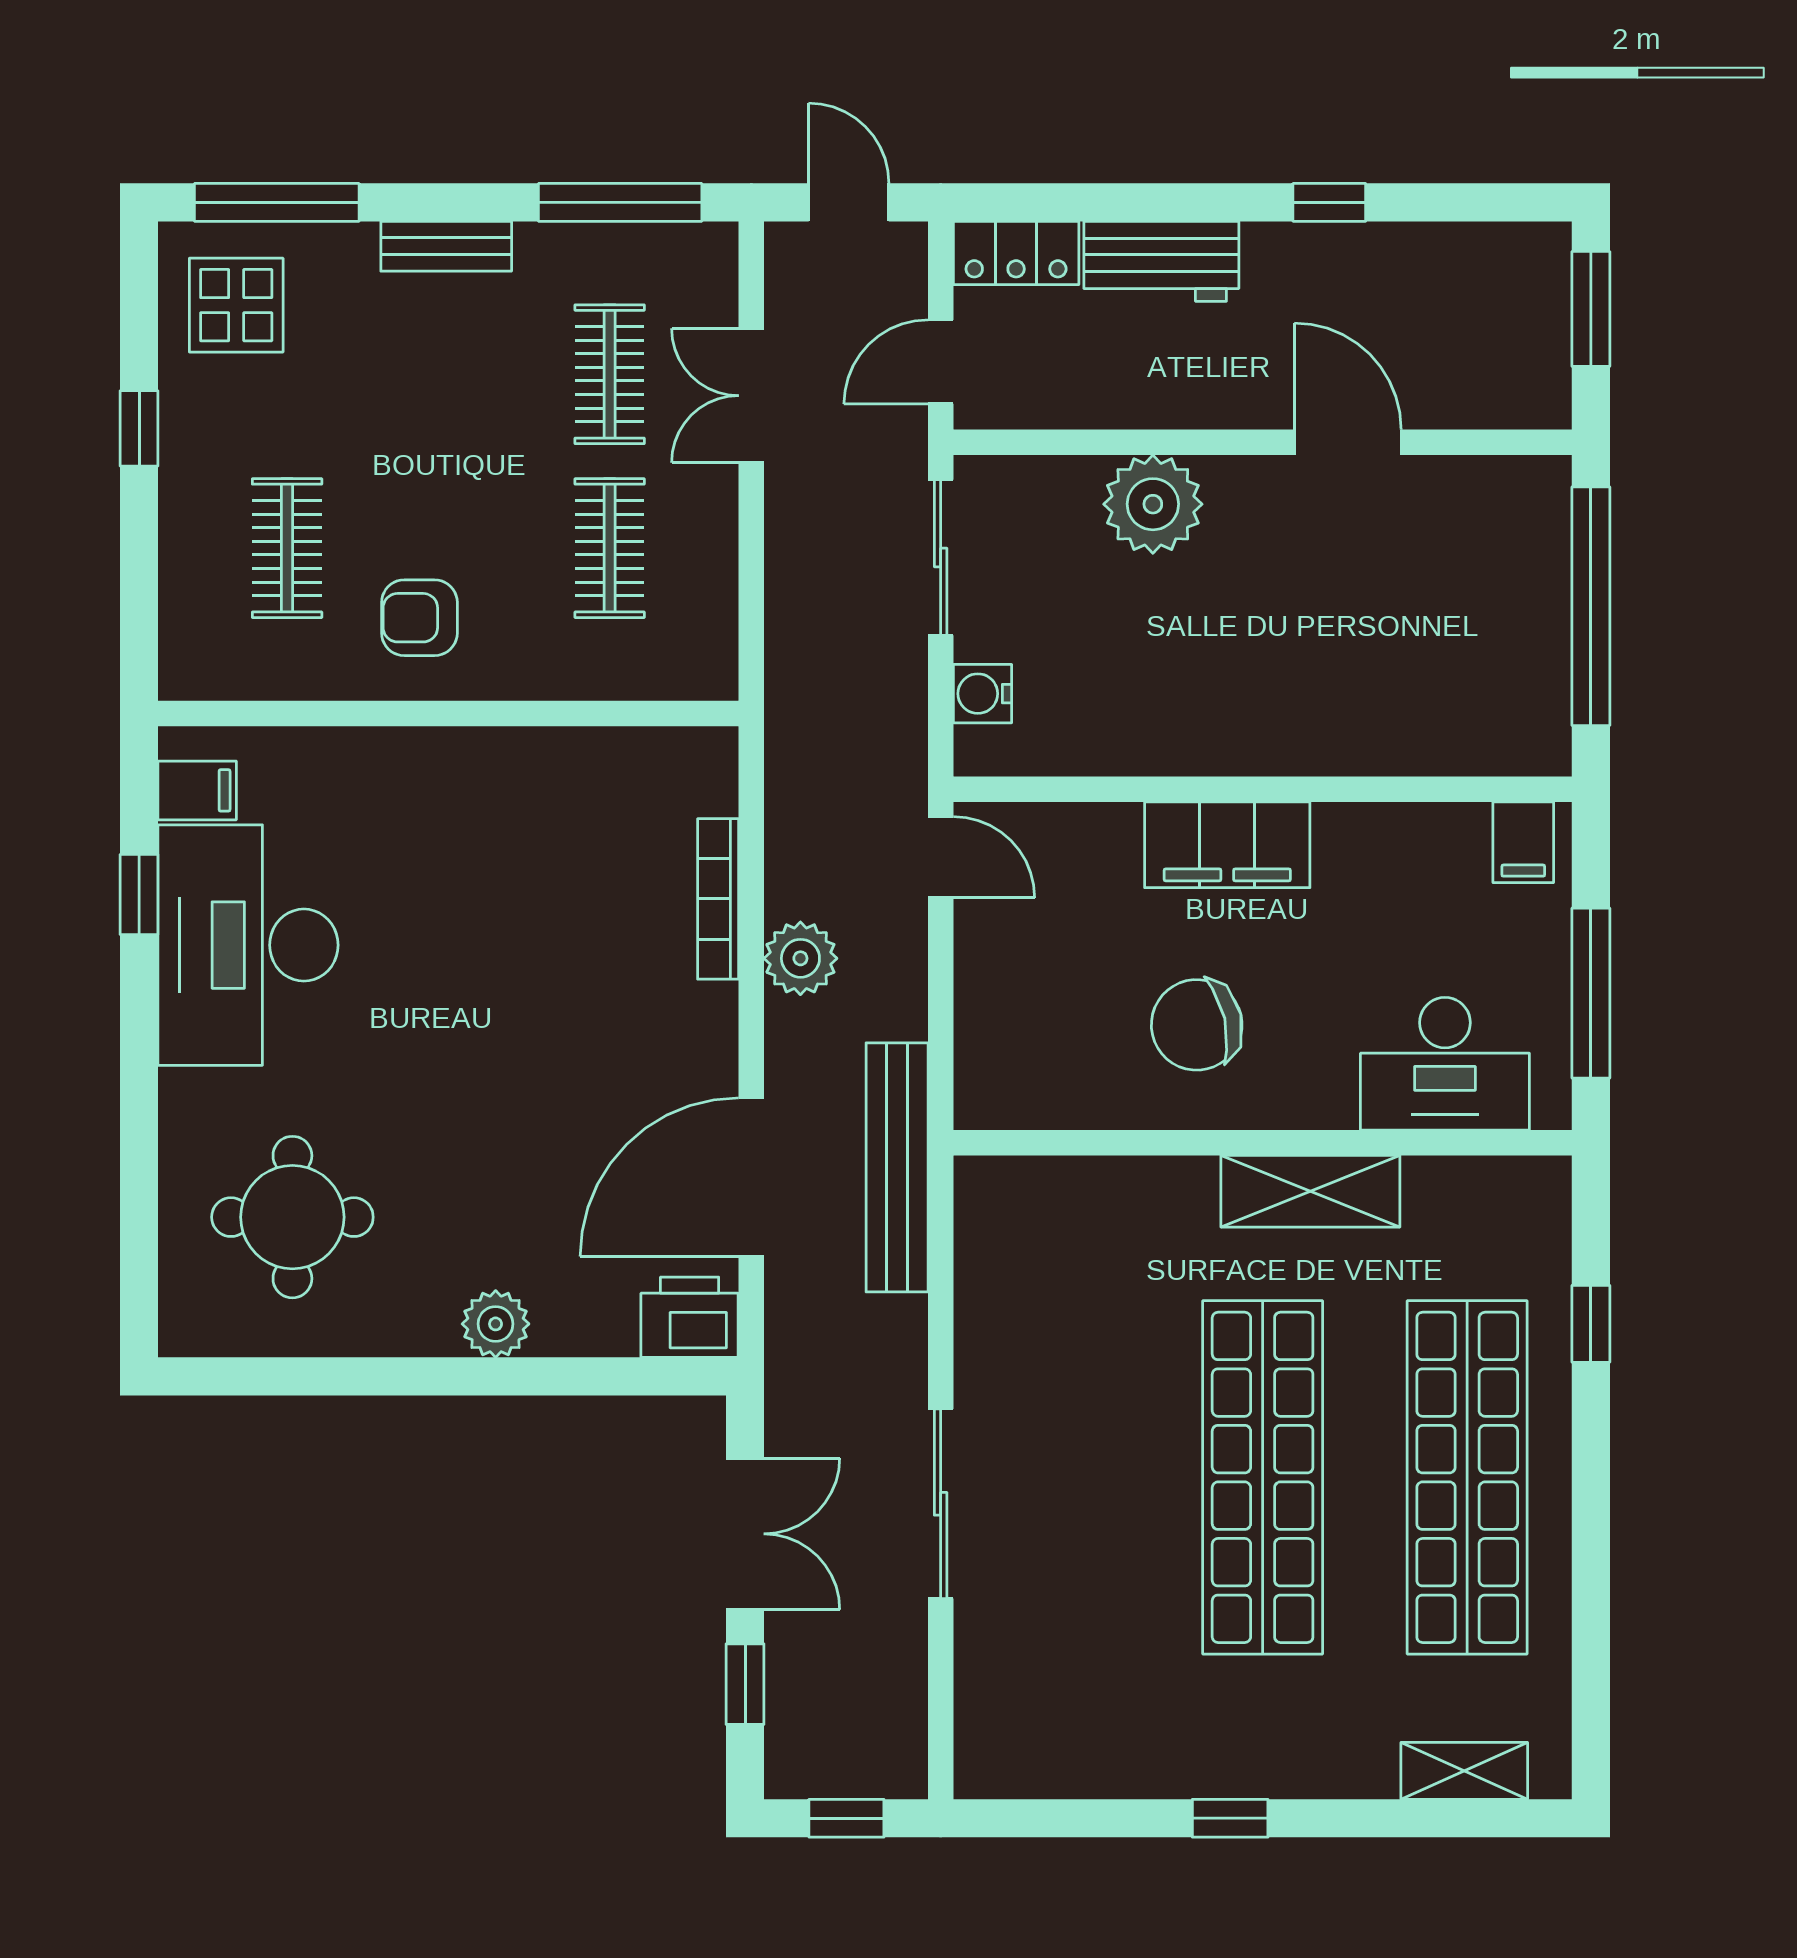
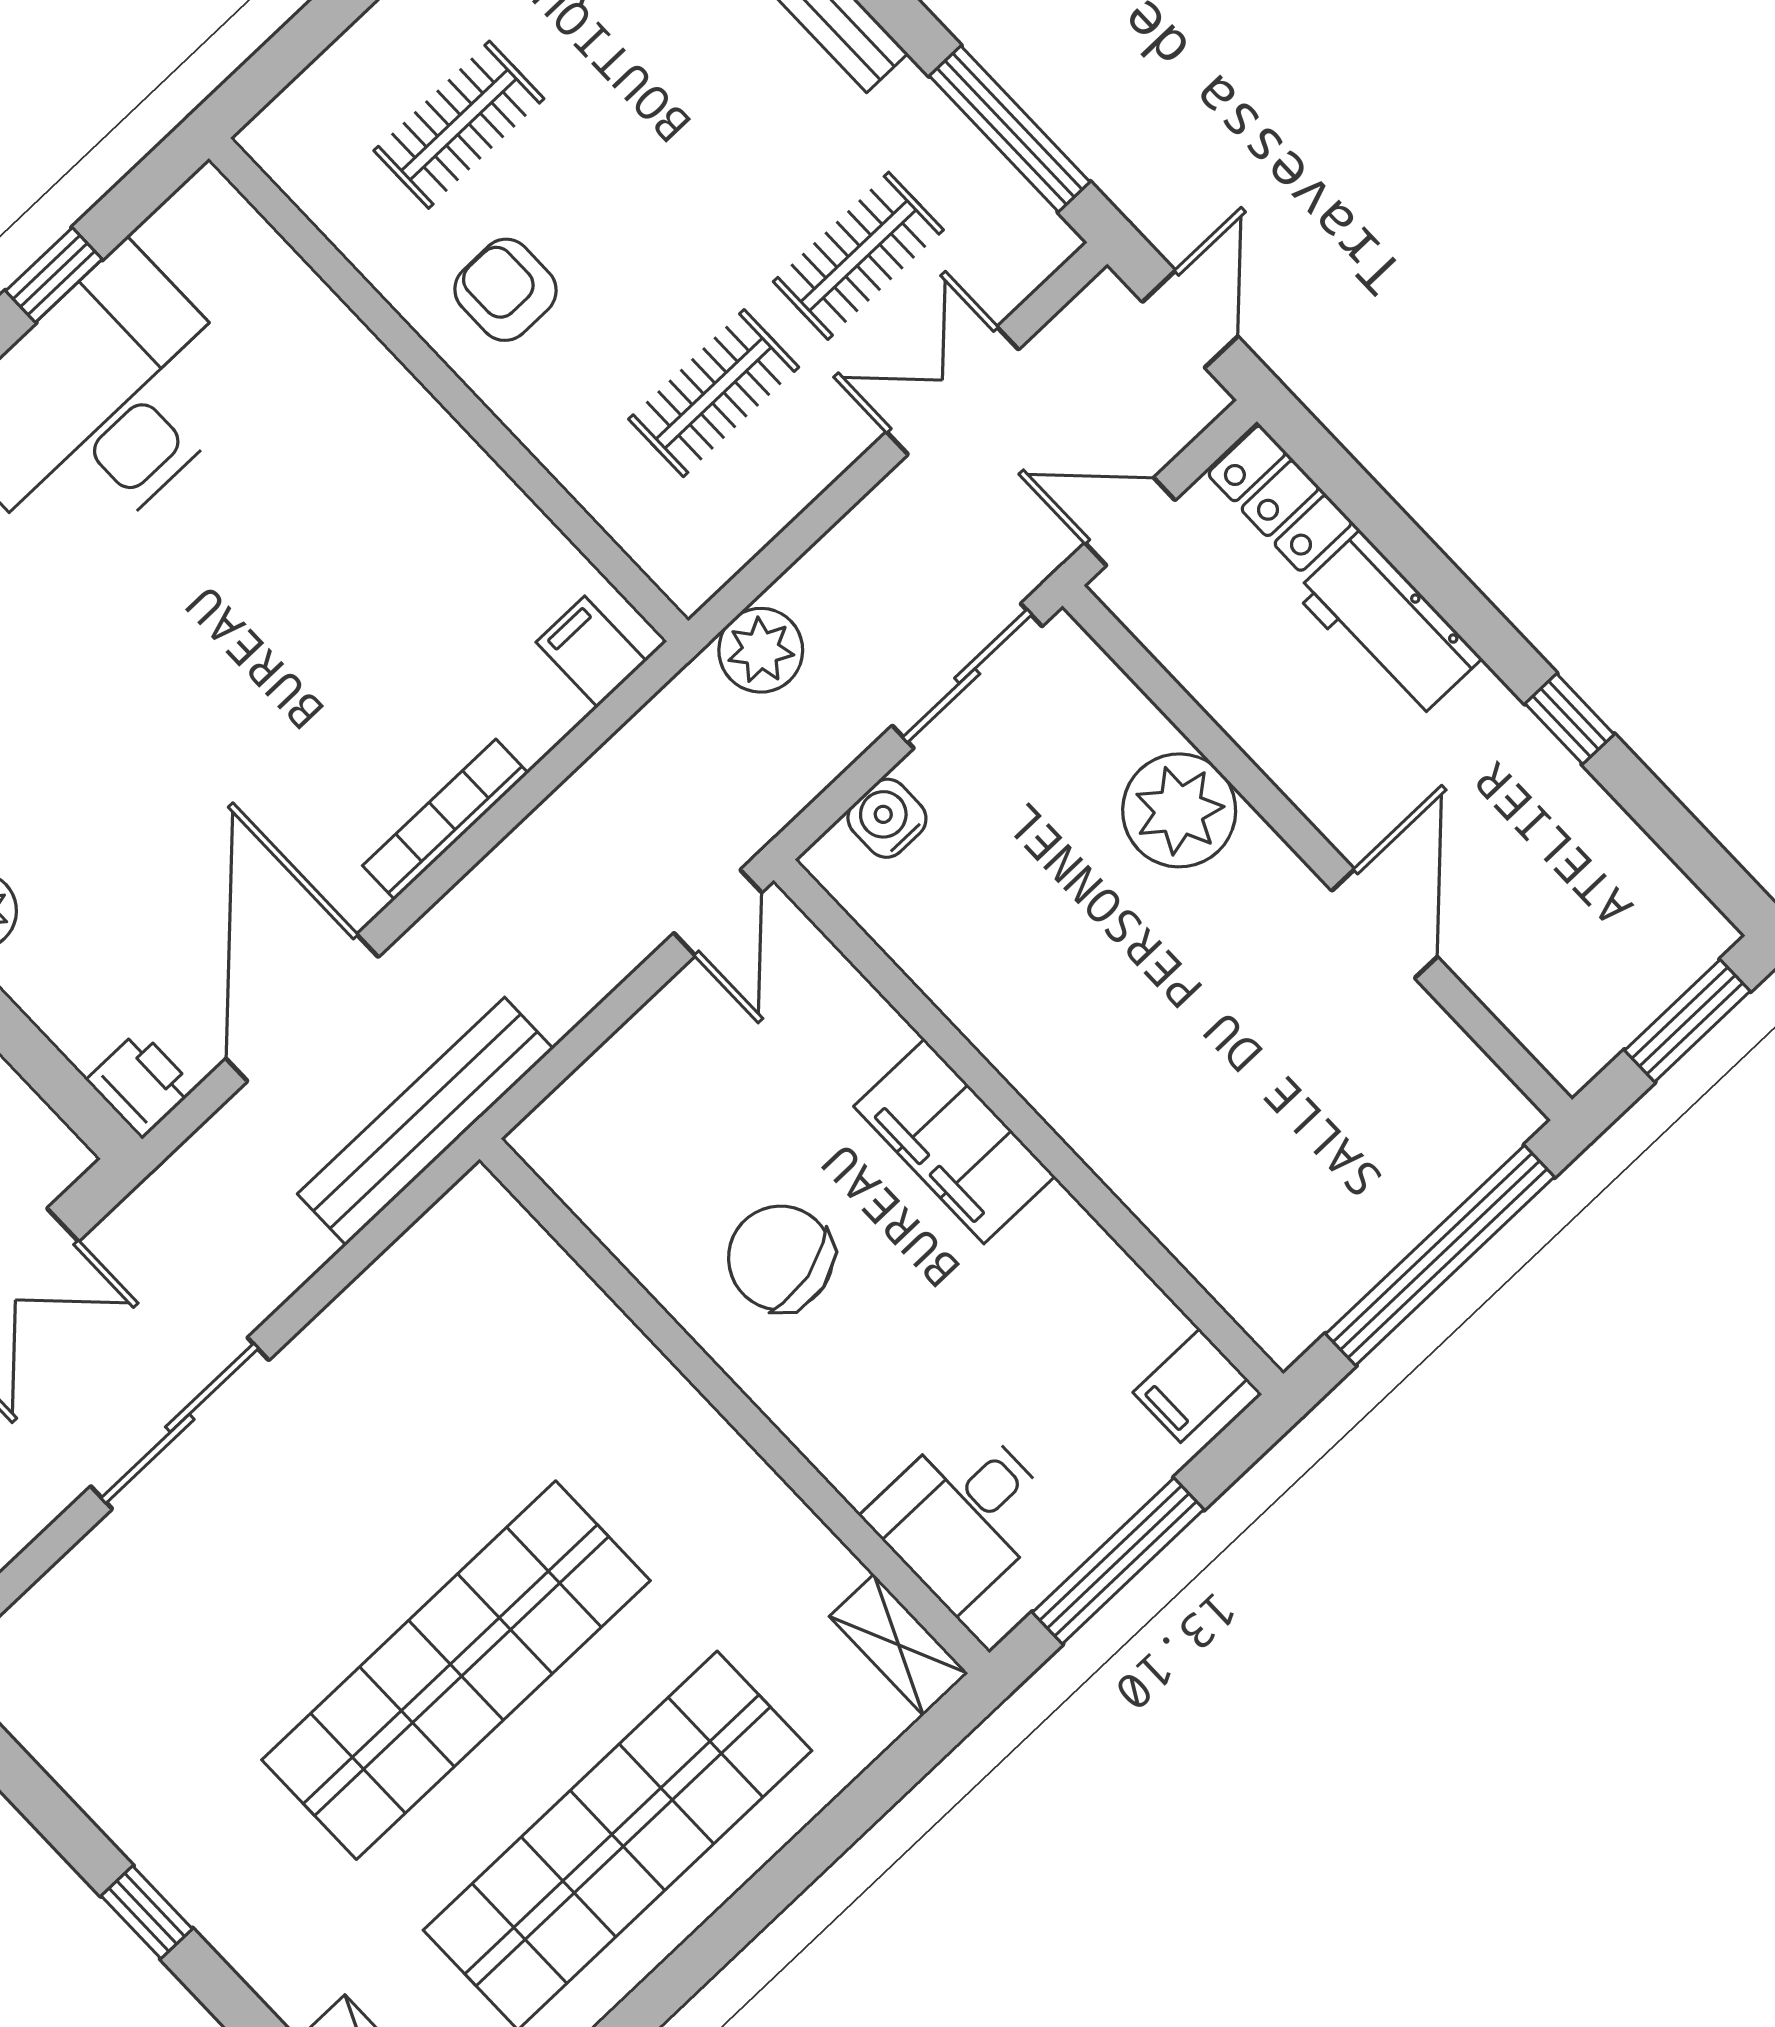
filing cabinet: (197, 790) -> (591, 652), moved, turned 180
bookcase: (718, 899) -> (445, 819), moved
plant: (800, 958) -> (761, 650), moved
desk: (1445, 1064) -> (962, 1514), width x0.73
door: (751, 1177) -> (302, 1008), hinge flipped
shelving: (1310, 1191) -> (899, 1645), moved, width x0.67, depth x0.75
printer: (690, 1317) -> (141, 1084), width x0.73, depth x0.81
window: (1591, 1324) -> (843, 1822), removed

